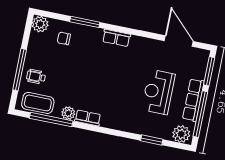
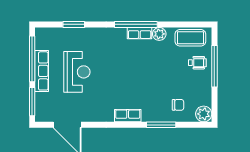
window: (51, 120) -> (136, 24), moved
plant: (181, 134) -> (47, 36), removed

